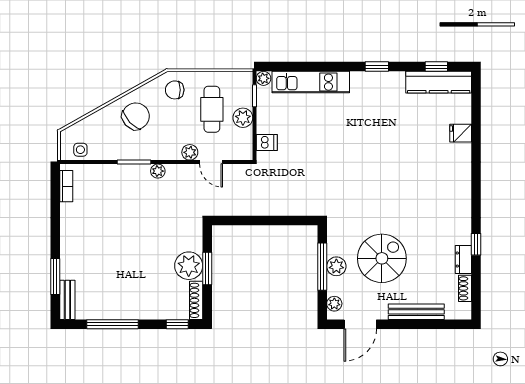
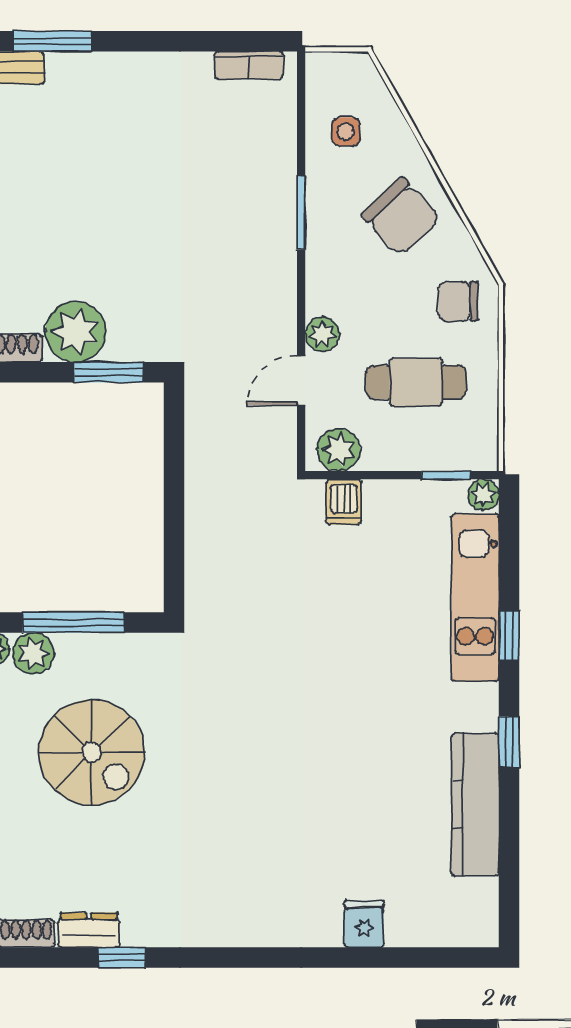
window: (436, 67) -> (509, 636), moved
kitchen counter: (439, 82) -> (475, 804), moved
chair: (175, 90) -> (458, 301), turned -90
plant: (243, 118) -> (339, 450), moved
side table: (80, 150) -> (346, 132), moved
plant: (158, 171) -> (282, 265), removed
plant: (336, 266) -> (33, 653), moved
window: (207, 268) -> (109, 372), moved

